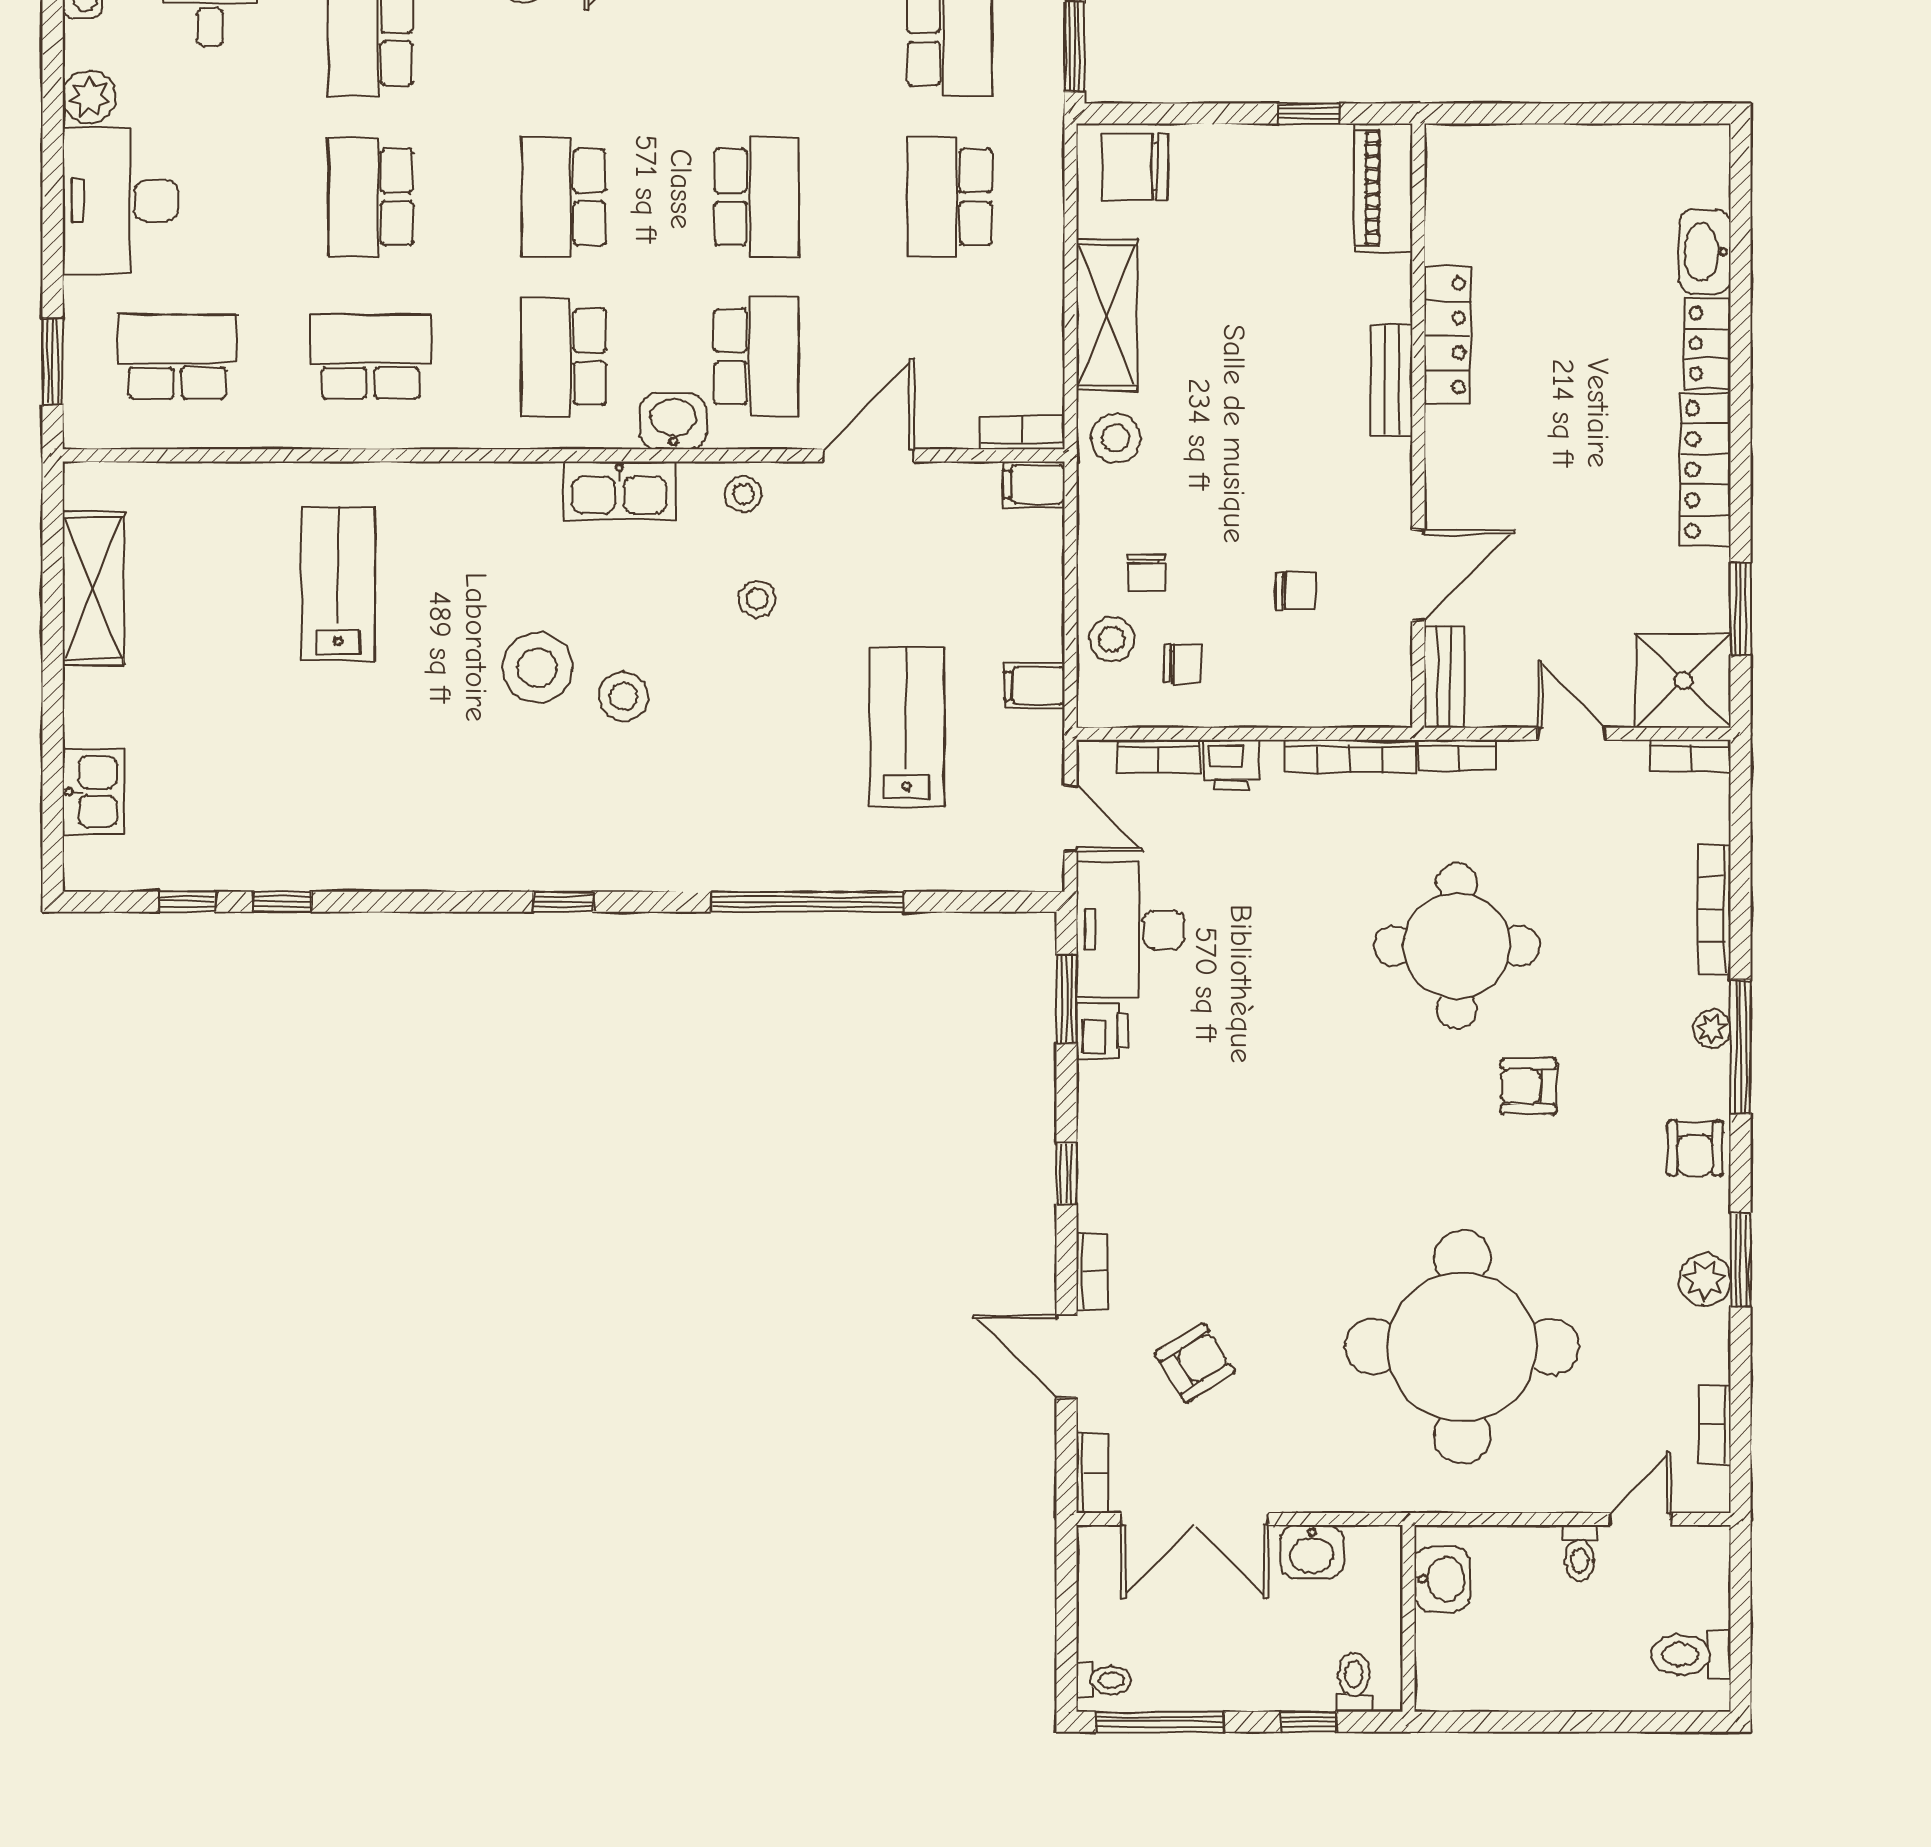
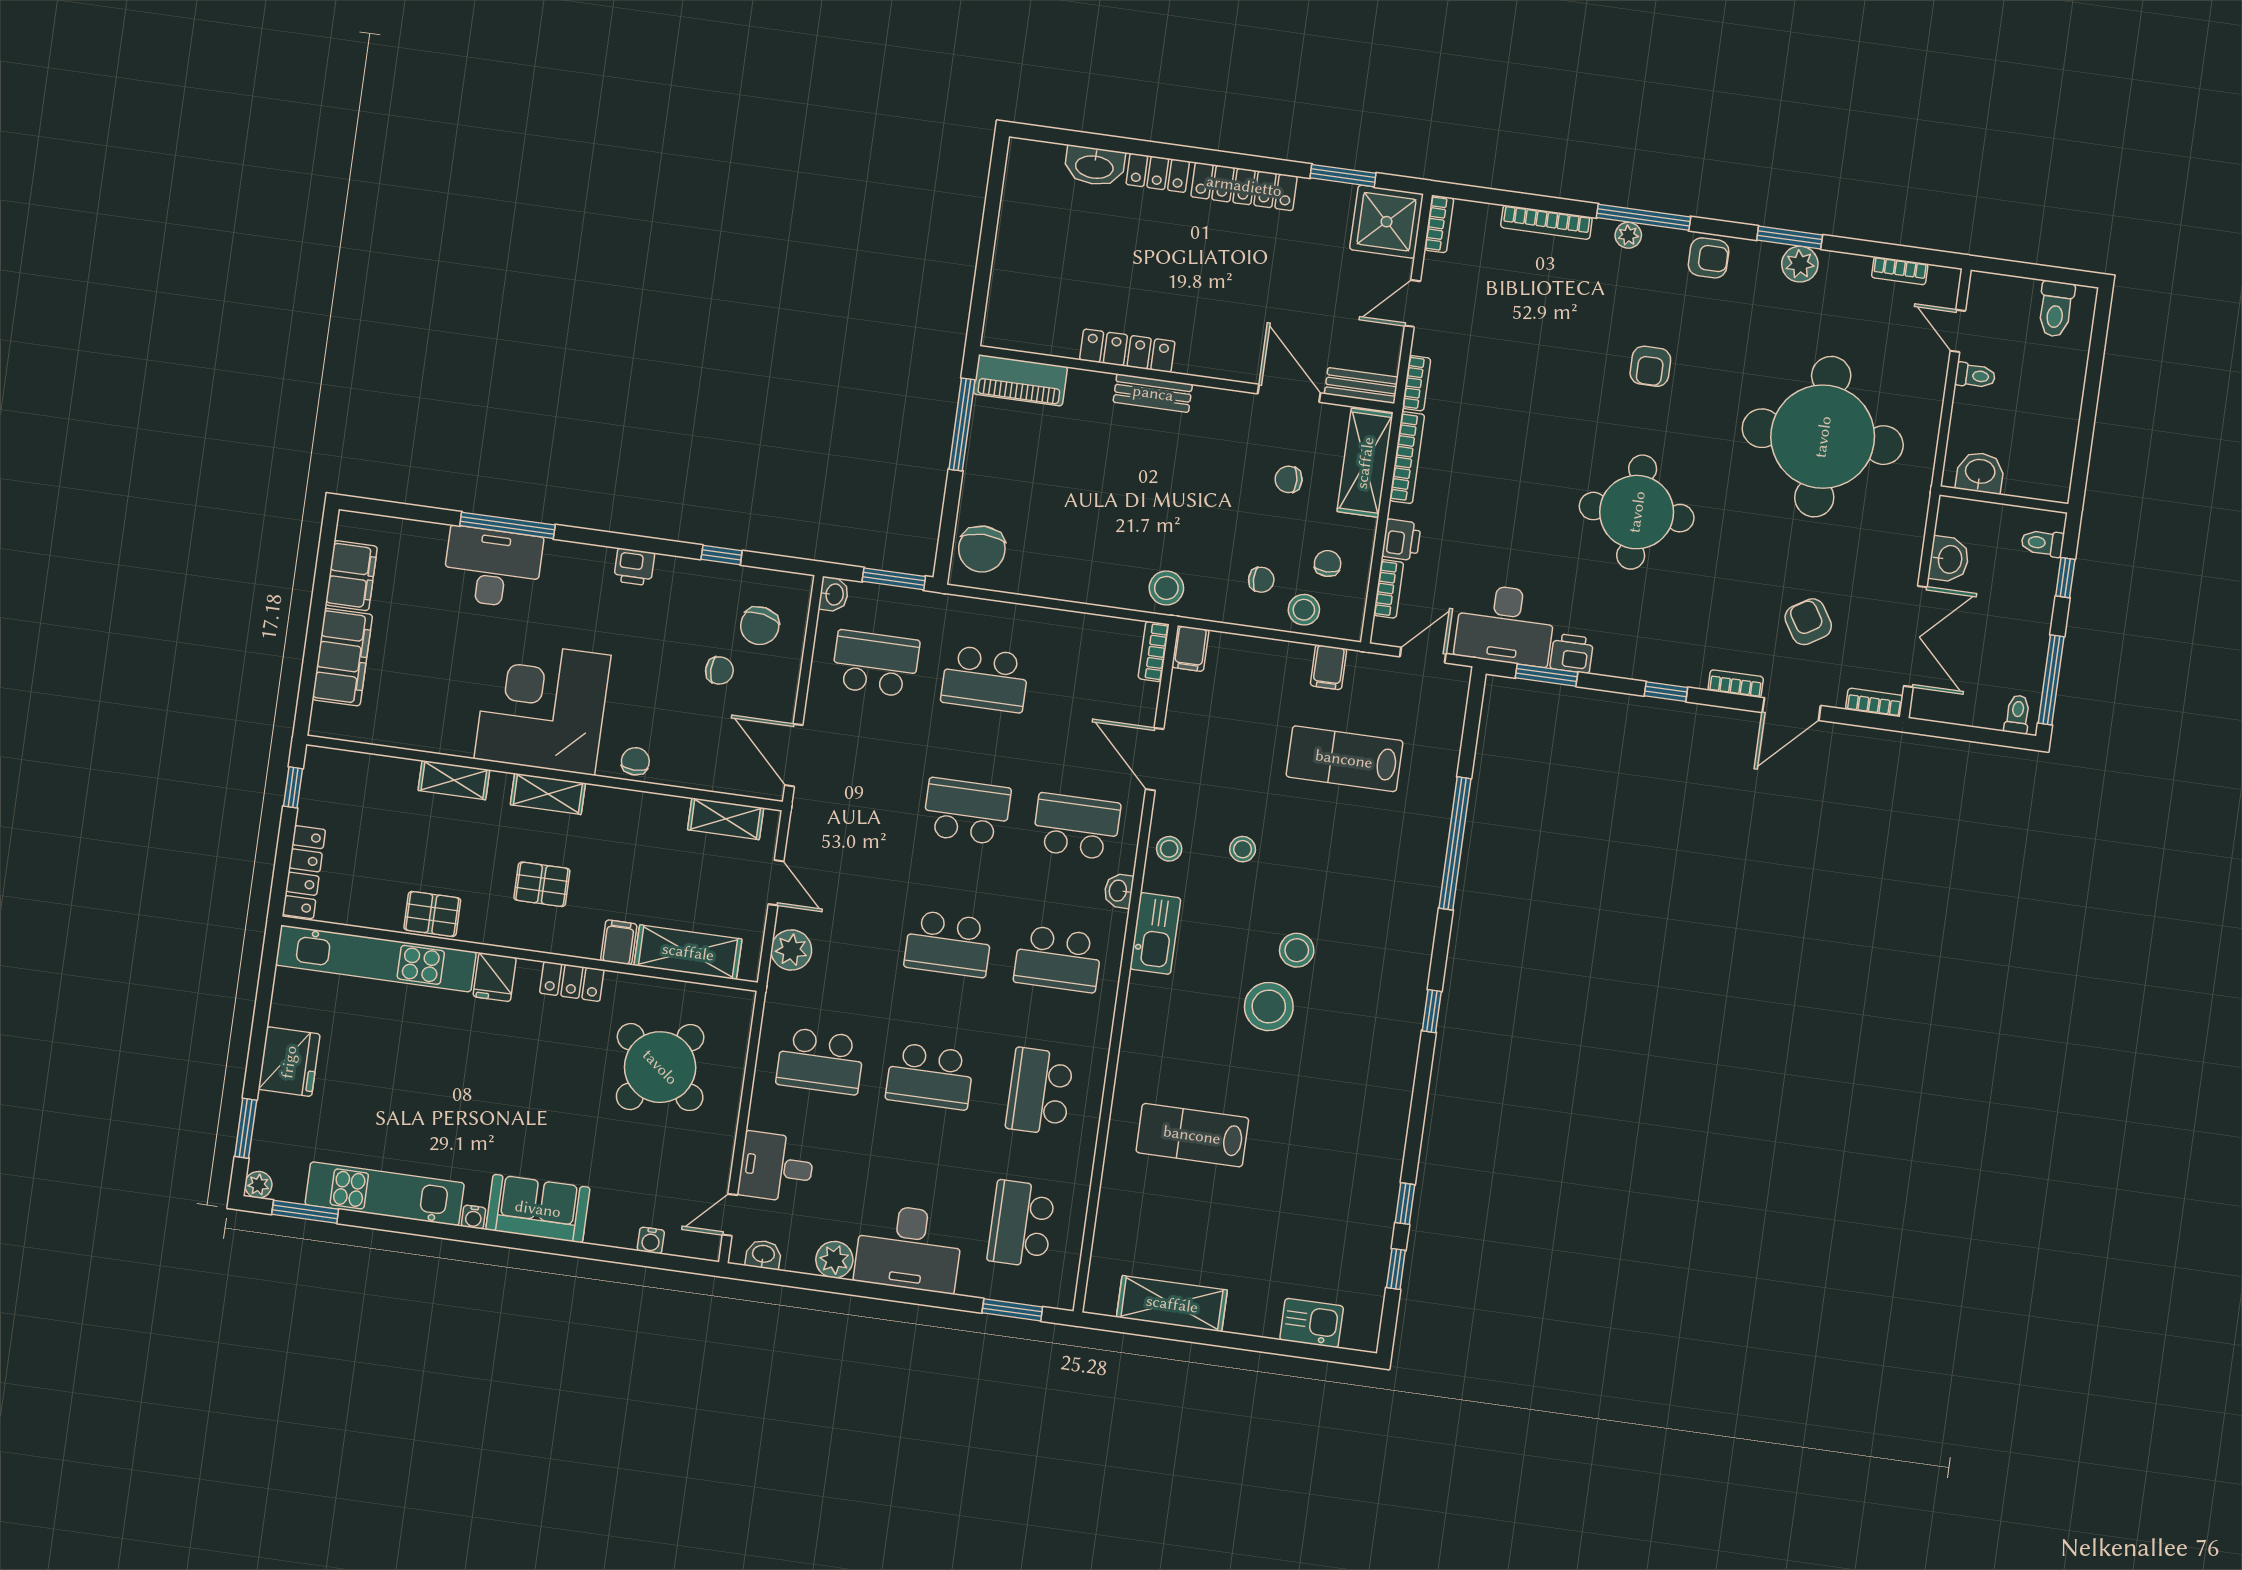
window: (1309, 113) -> (962, 424), width x2.17
shelving: (1107, 315) -> (1365, 463), moved, turned 90
washbasin: (673, 421) -> (1119, 891), width x0.72, depth x0.69
chair: (1295, 591) -> (1289, 479), turned -93
round table: (1457, 946) -> (1637, 512), moved

